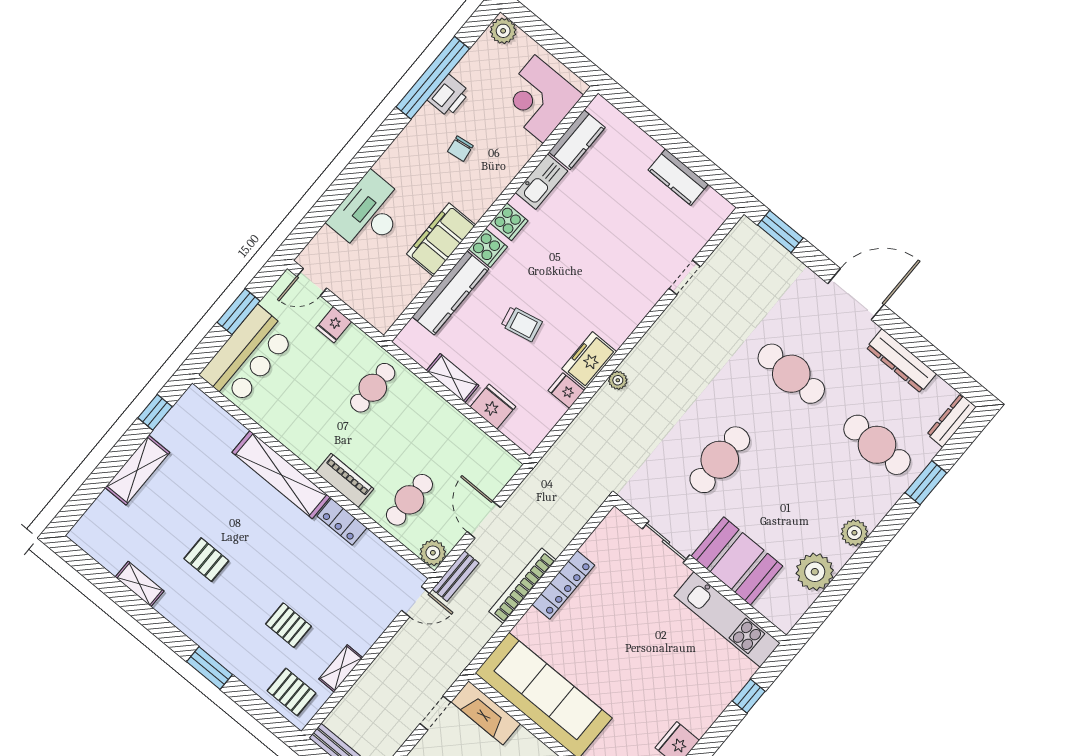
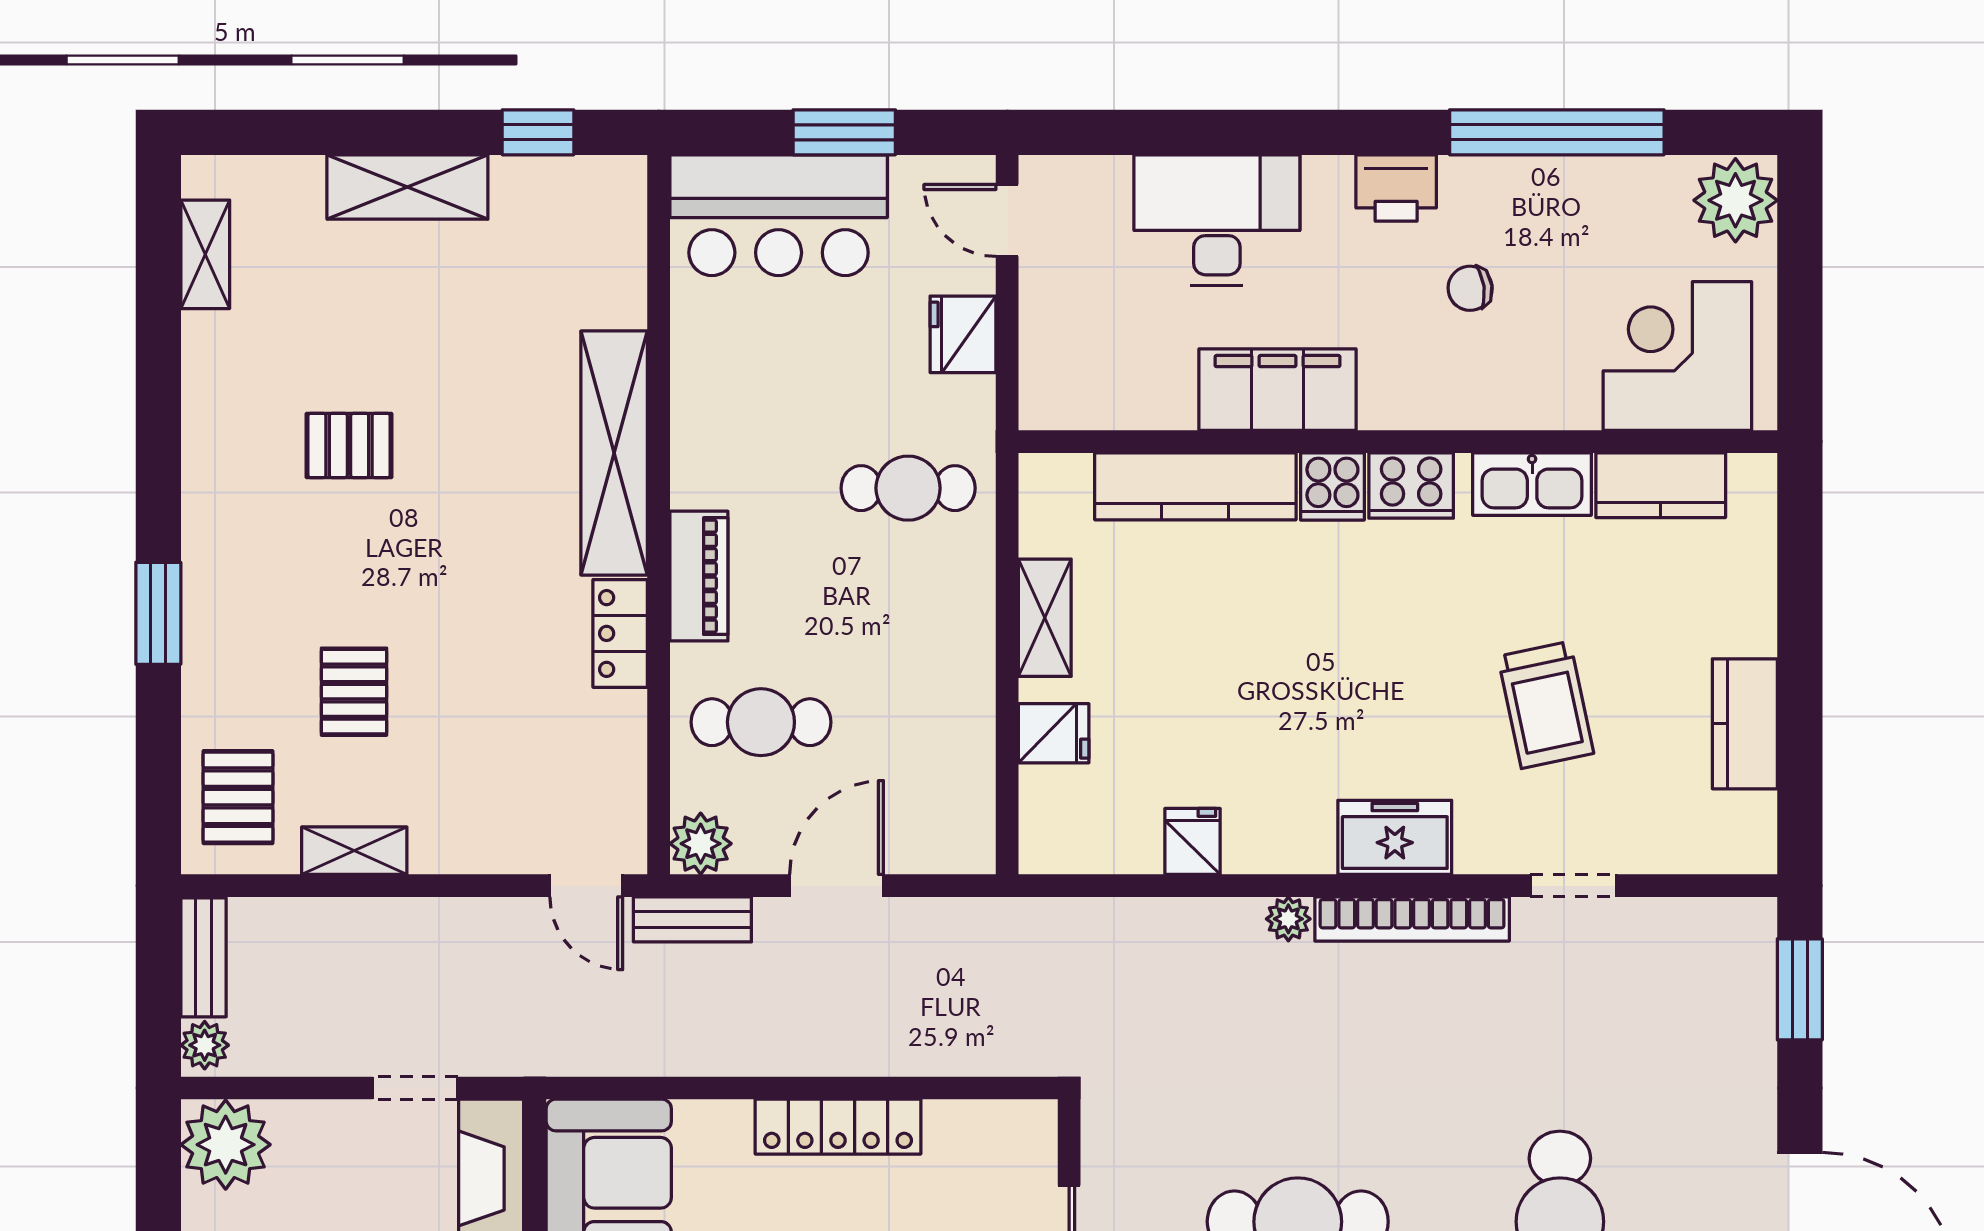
plant: (503, 31) -> (1735, 200), width x1.36, depth x1.36
printer: (449, 96) -> (1396, 188), moved
cooker: (509, 222) -> (1411, 485), width x1.36
trolley: (522, 324) -> (1546, 705), moved, width x1.36, depth x1.39
fridge: (334, 325) -> (963, 334), width x1.38
freezer: (589, 360) -> (1395, 837), moved
fridge: (493, 407) -> (1054, 733), width x0.72
pallet: (206, 560) -> (349, 445), turned 90
shelving: (140, 584) -> (205, 254), moved
bookcase: (523, 586) -> (1412, 919), moved, turned 180

